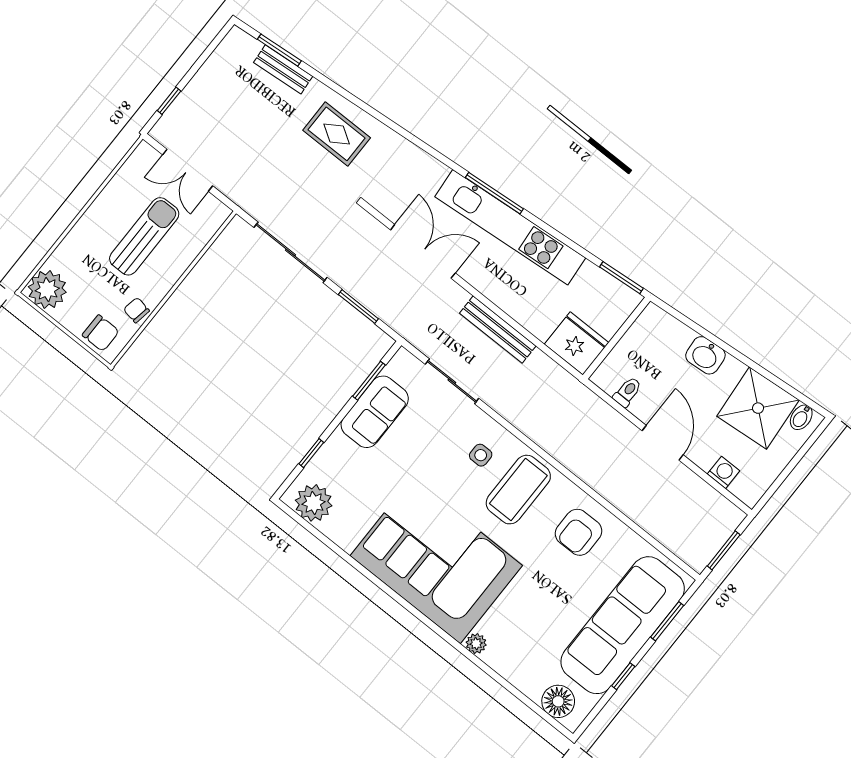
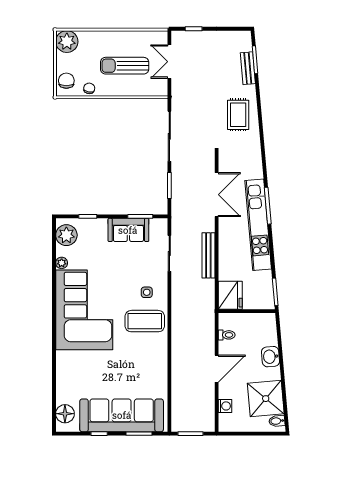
sun lounger: (144, 236) -> (125, 66), turned 180
chair: (101, 333) -> (66, 81), turned 180
armchair: (578, 532) -> (147, 363), removed
plant: (476, 644) -> (62, 263), moved

